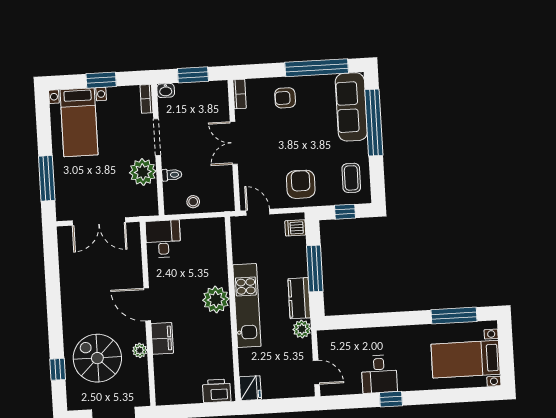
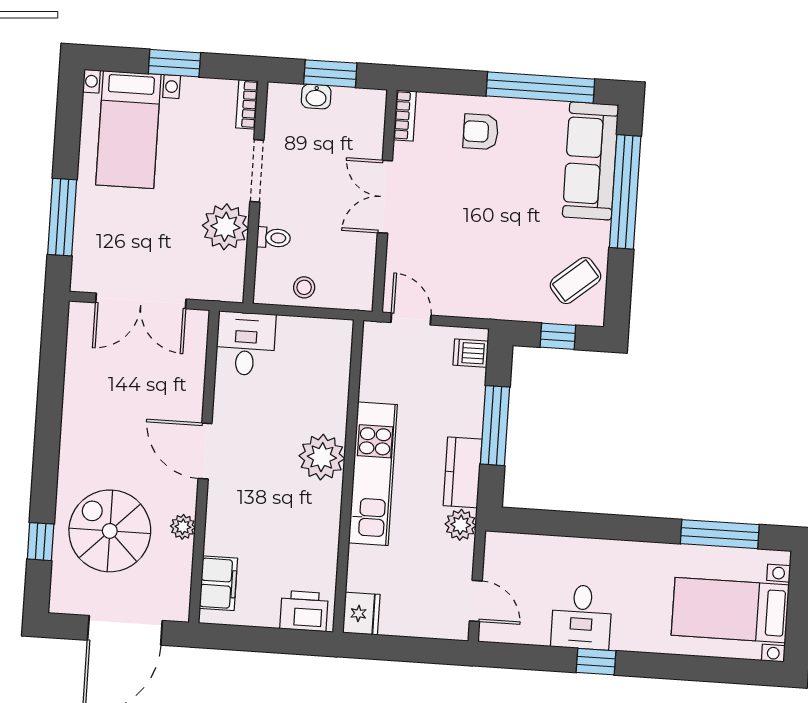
washbasin: (166, 90) -> (316, 97), moved
coffee table: (351, 178) -> (576, 281), turned 50
armchair: (301, 184) -> (489, 281), removed
filing cabinet: (162, 338) -> (218, 583), moved

